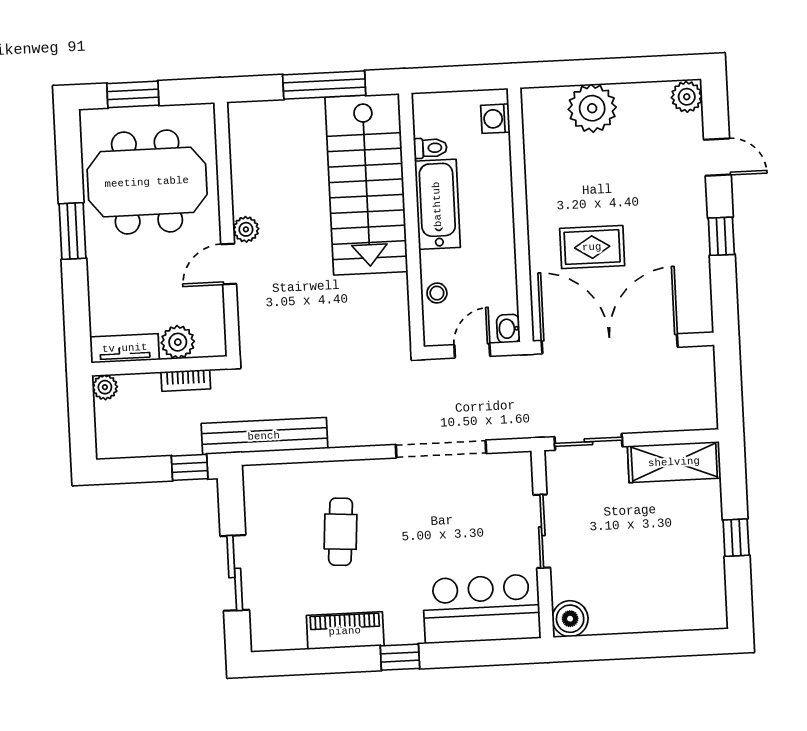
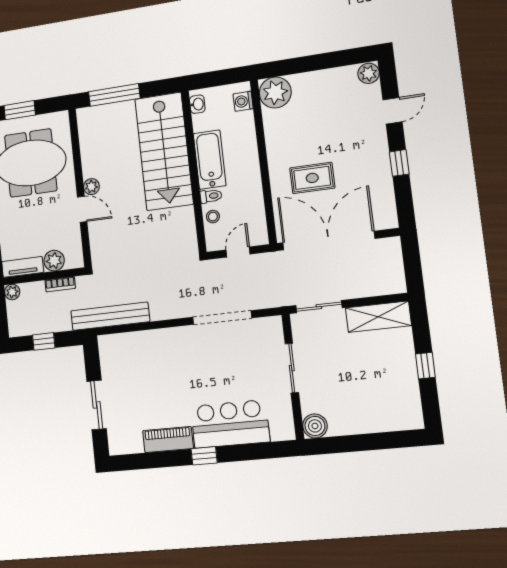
window: (324, 85) -> (114, 95), moved
plant: (592, 108) -> (275, 93), moved
toilet: (430, 148) -> (211, 196), moved
door: (717, 157) -> (393, 111), hinge flipped
door: (229, 264) -> (82, 209), swing flipped
washbasin: (508, 329) -> (197, 104), moved, turned 180
window: (190, 467) -> (44, 341), moved
cafe table: (341, 532) -> (161, 375), removed
bar counter: (482, 609) -> (230, 424), moved

